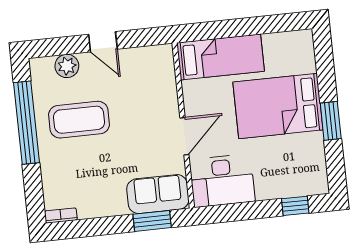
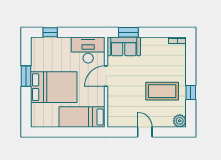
plant: (67, 66) -> (180, 121), moved
window: (27, 123) -> (191, 92), width x0.32

